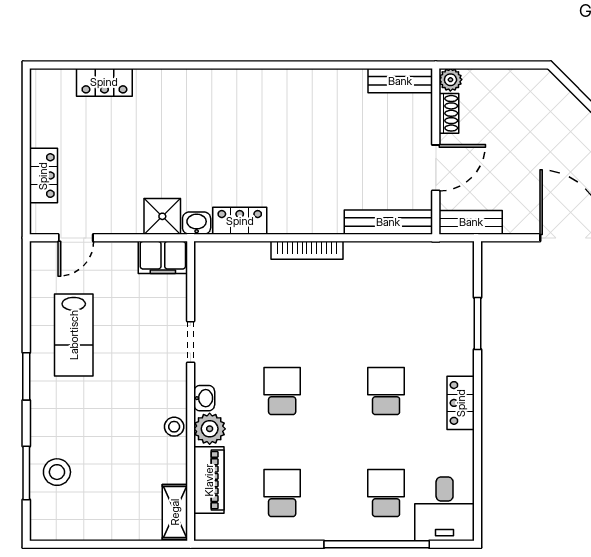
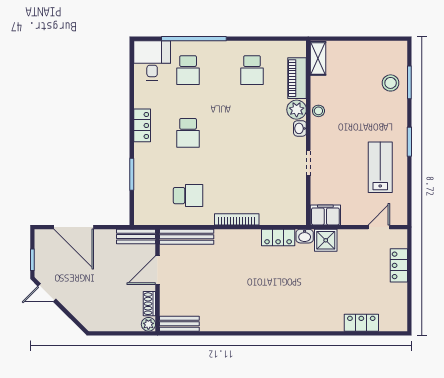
school desk: (282, 391) -> (188, 196), moved, turned -90

